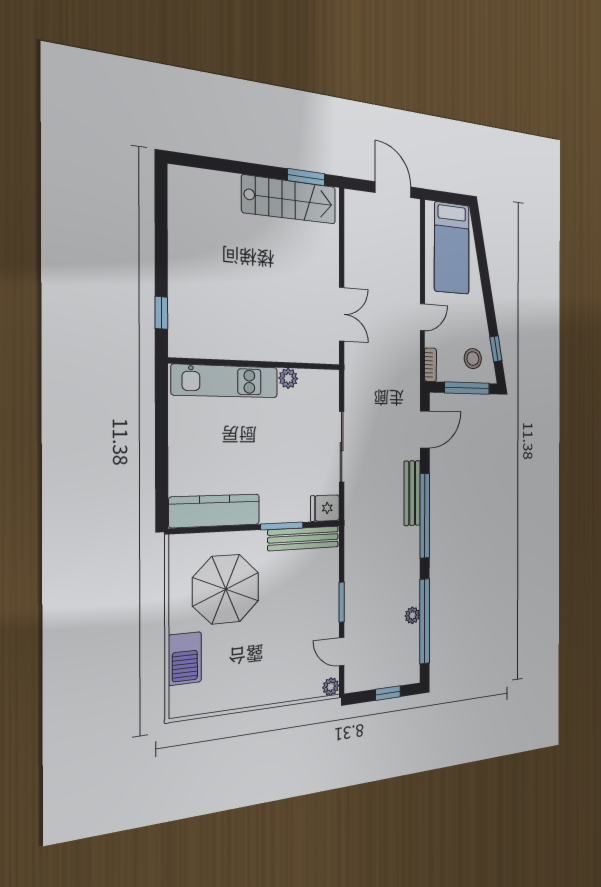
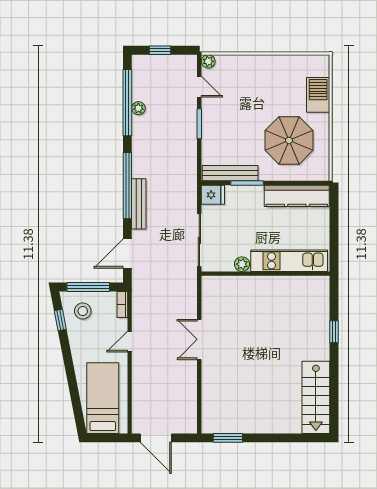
stairs: (289, 200) -> (316, 397), moved, turned -90
wall: (257, 364) -> (265, 274), moved
plant: (288, 378) -> (242, 264), moved
kitchen unit: (225, 381) -> (289, 261), moved

